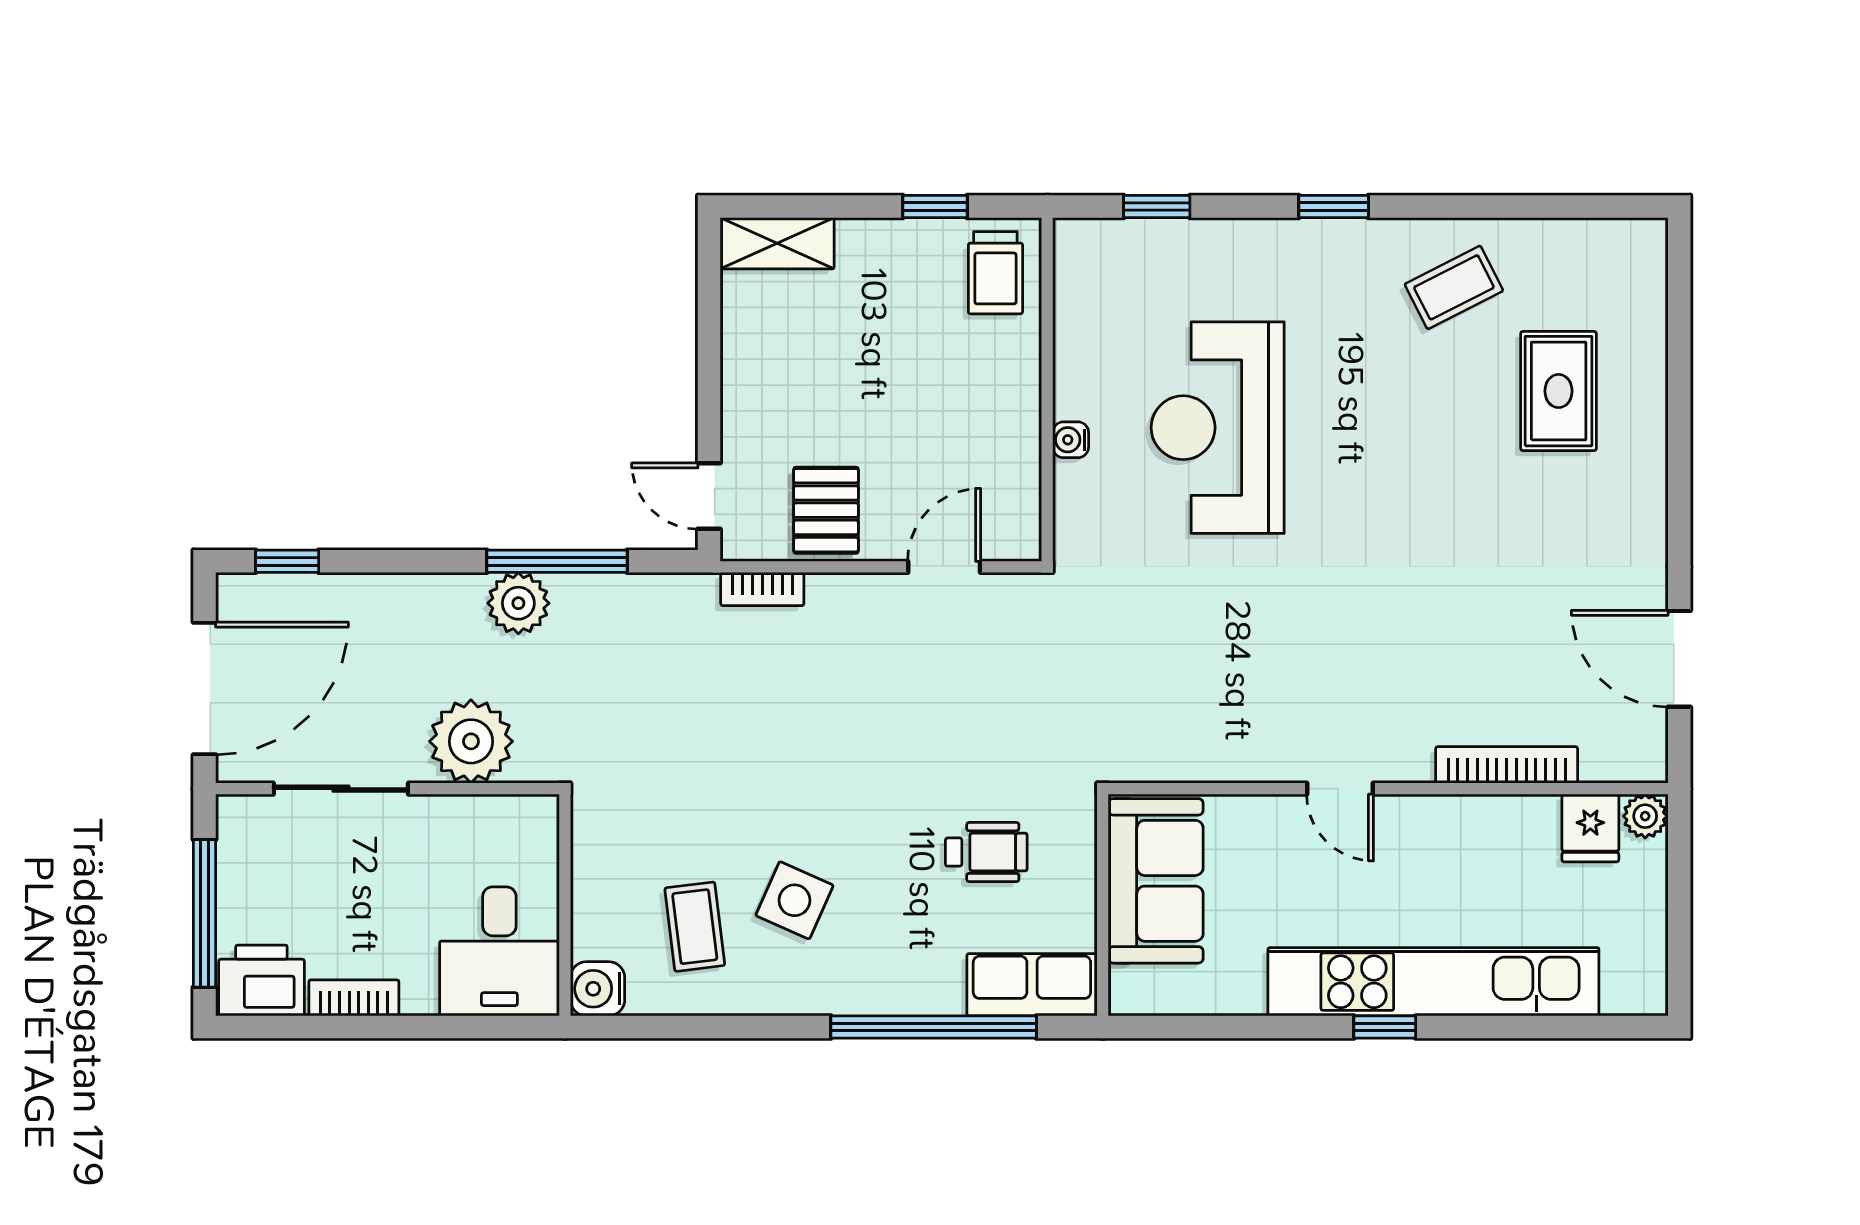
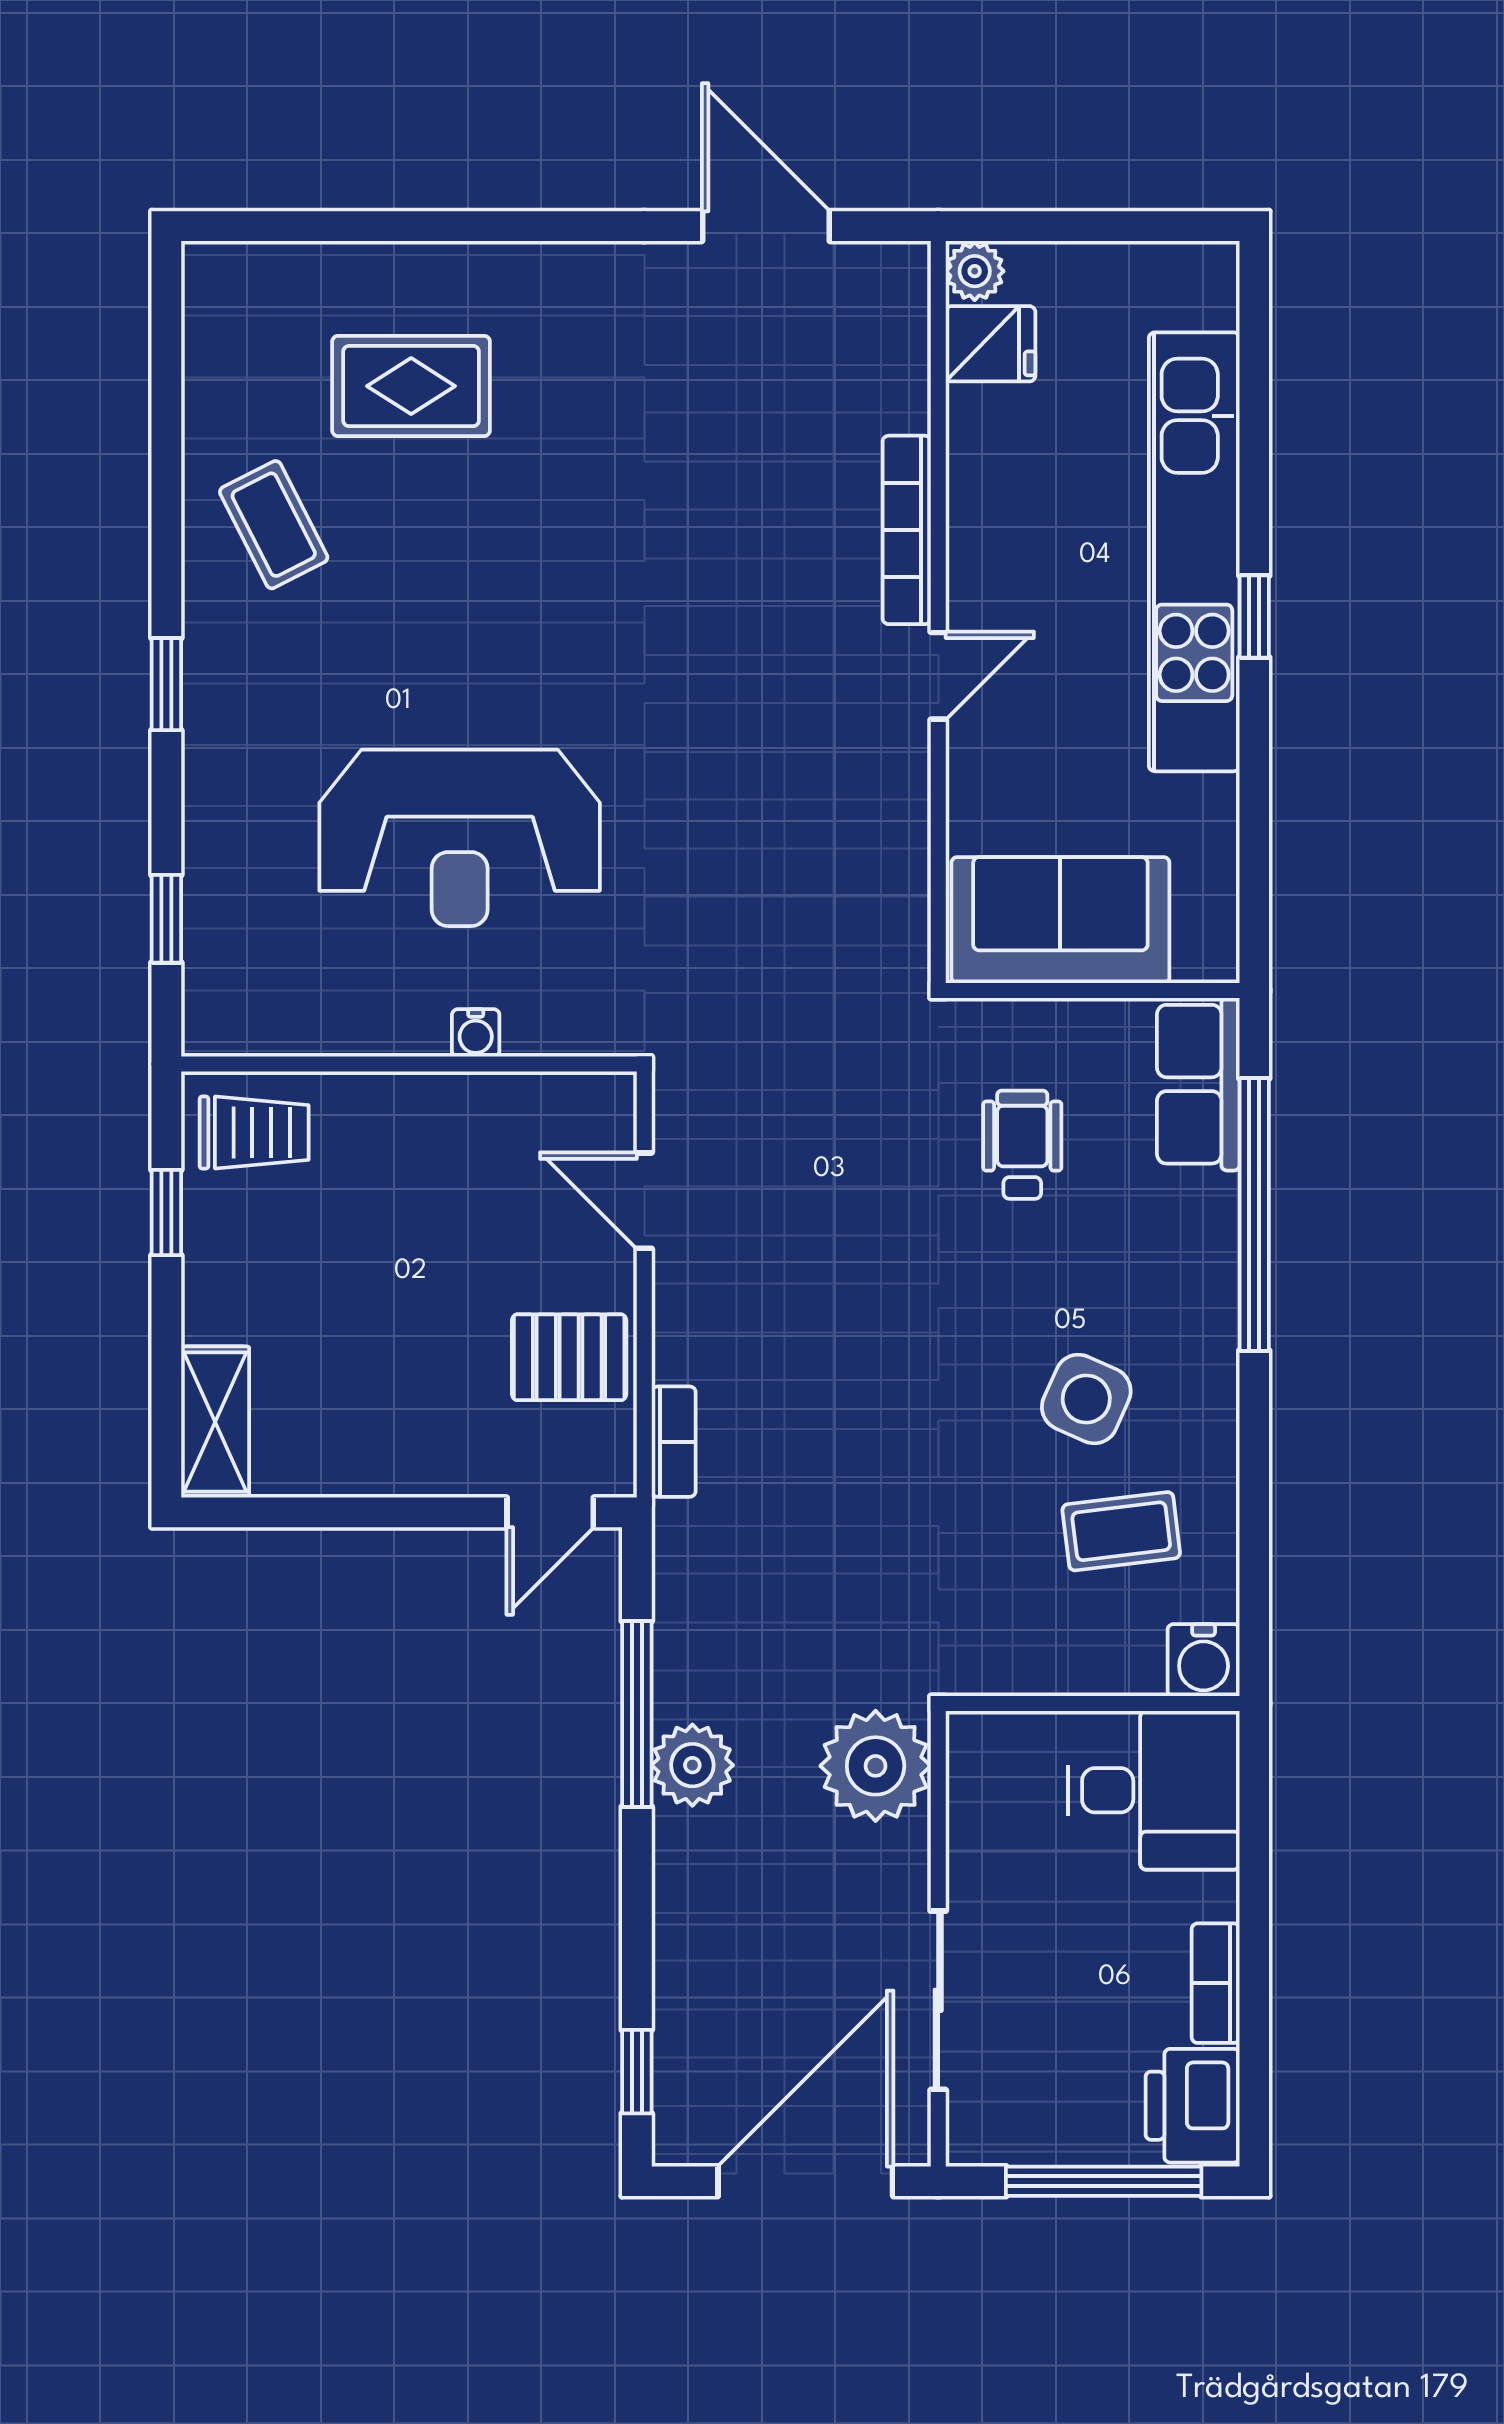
door: (1679, 659) -> (766, 226), swing flipped
door: (204, 688) -> (805, 2181), hinge flipped
plant: (471, 741) -> (876, 1766), moved
bookcase: (1507, 765) -> (907, 530), moved

